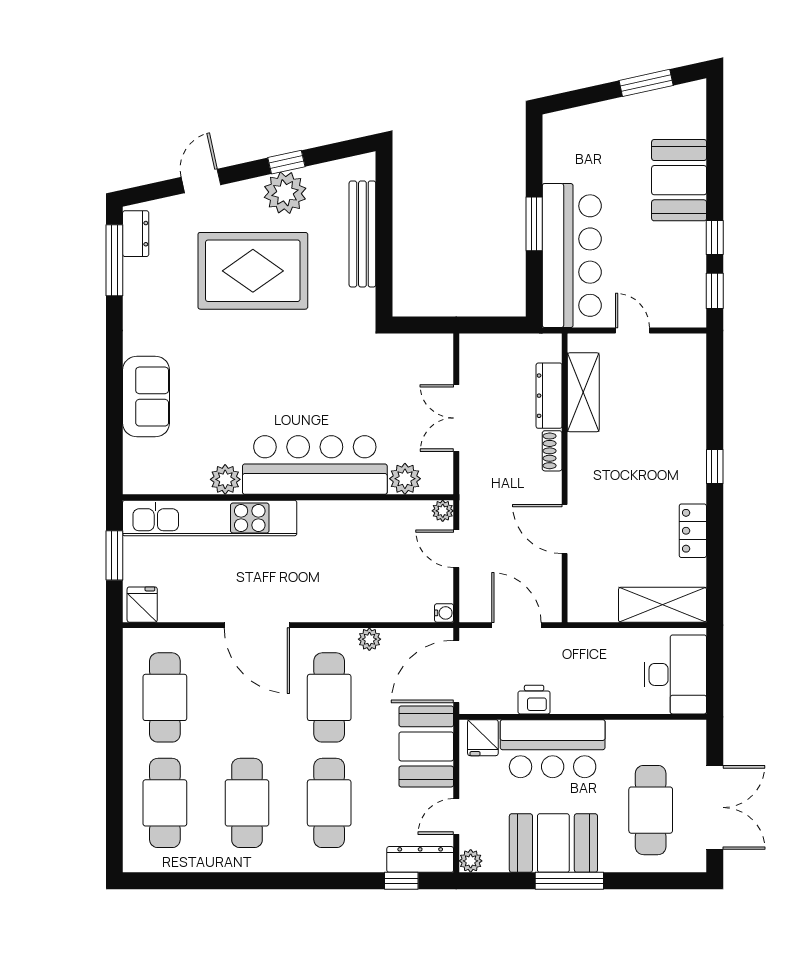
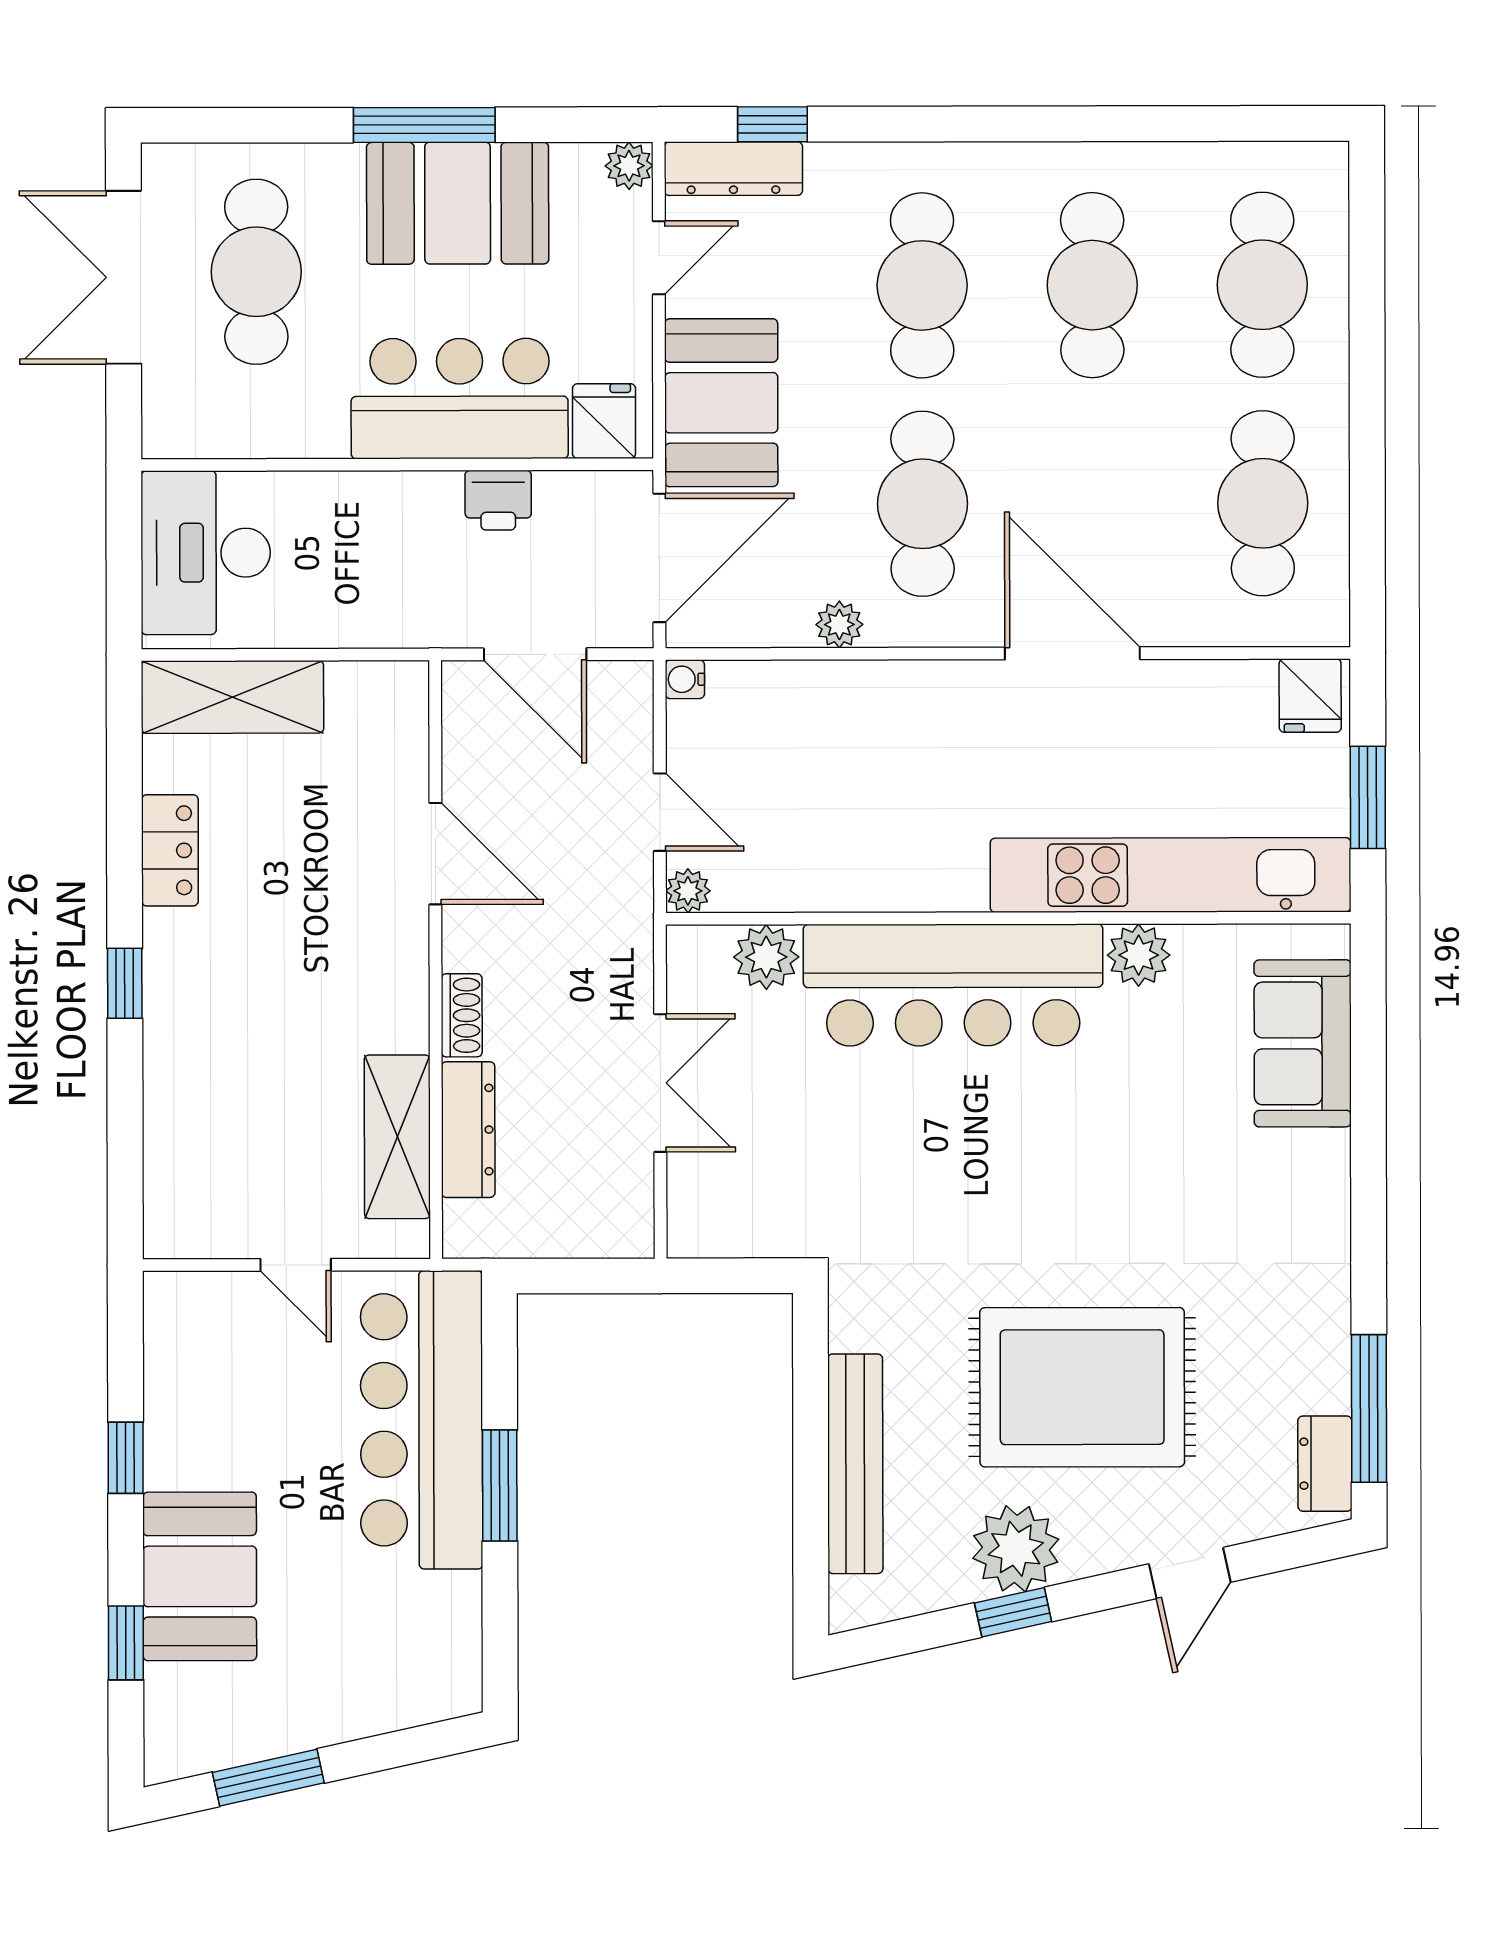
window: (715, 291) -> (126, 1643), moved
sofa: (146, 397) -> (1303, 1043), moved

